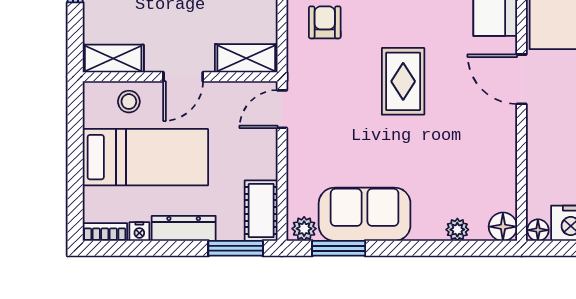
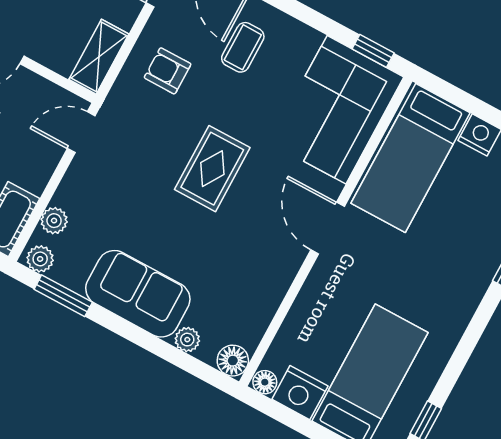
armchair: (325, 22) -> (168, 71), turned -90
shelving: (246, 58) -> (99, 57), moved, turned 90
plant: (299, 192) -> (54, 221), added
sofa: (365, 214) -> (138, 294), moved

